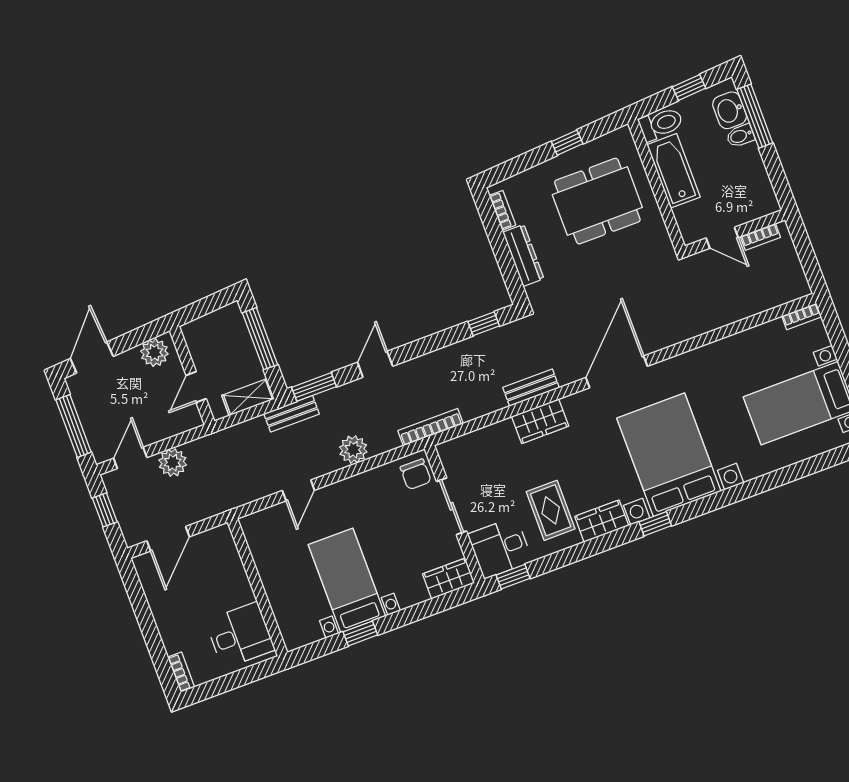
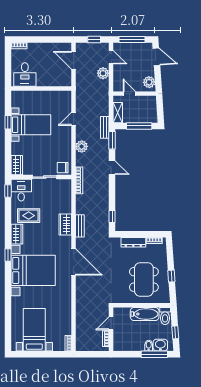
door: (298, 490) -> (74, 119), hinge flipped

